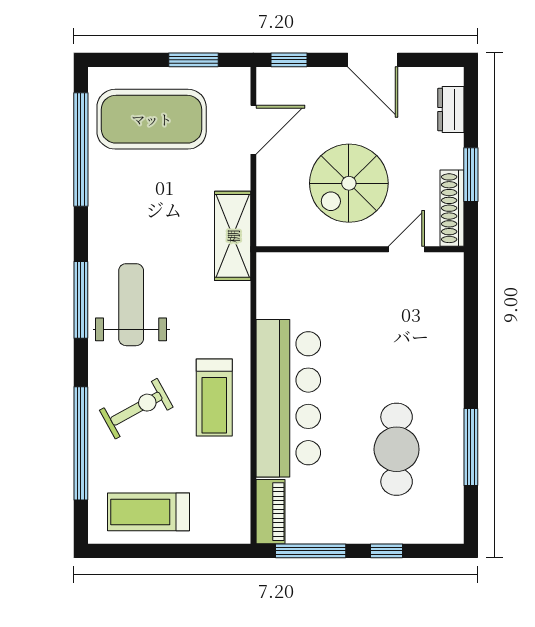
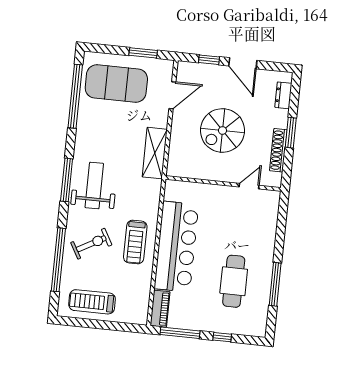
window: (289, 60) -> (209, 60), moved
wall: (360, 249) -> (223, 183), moved
door: (406, 249) -> (249, 186), moved

